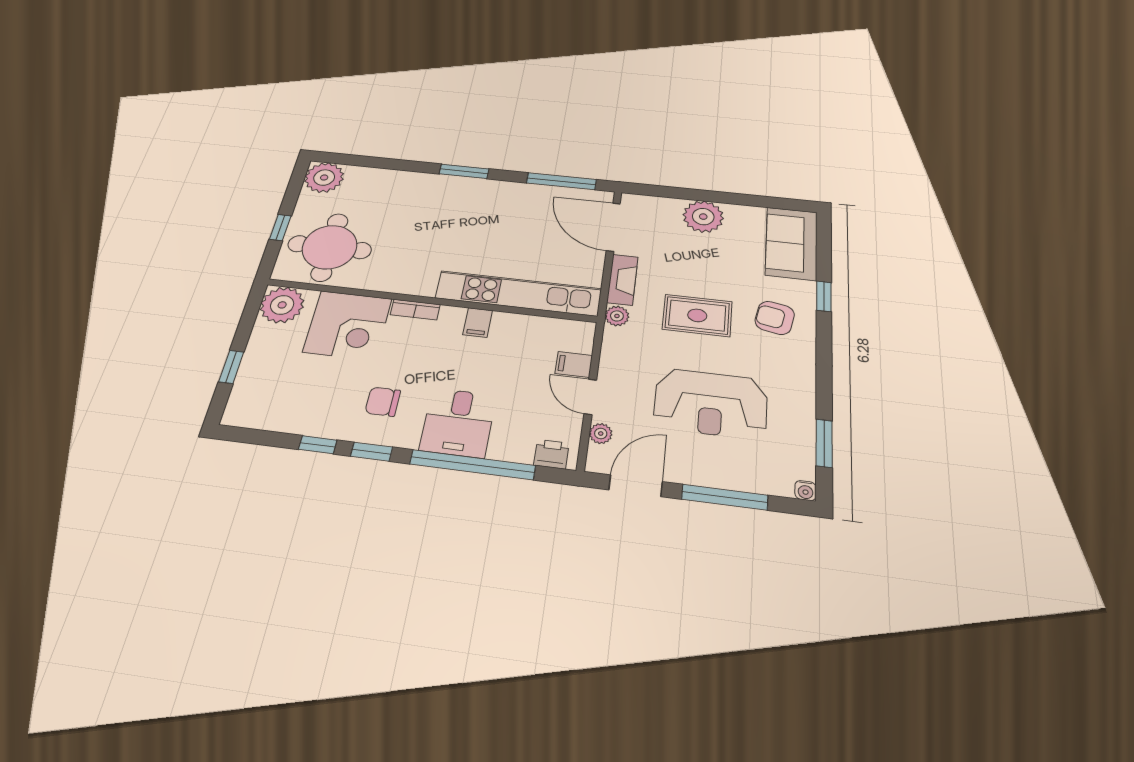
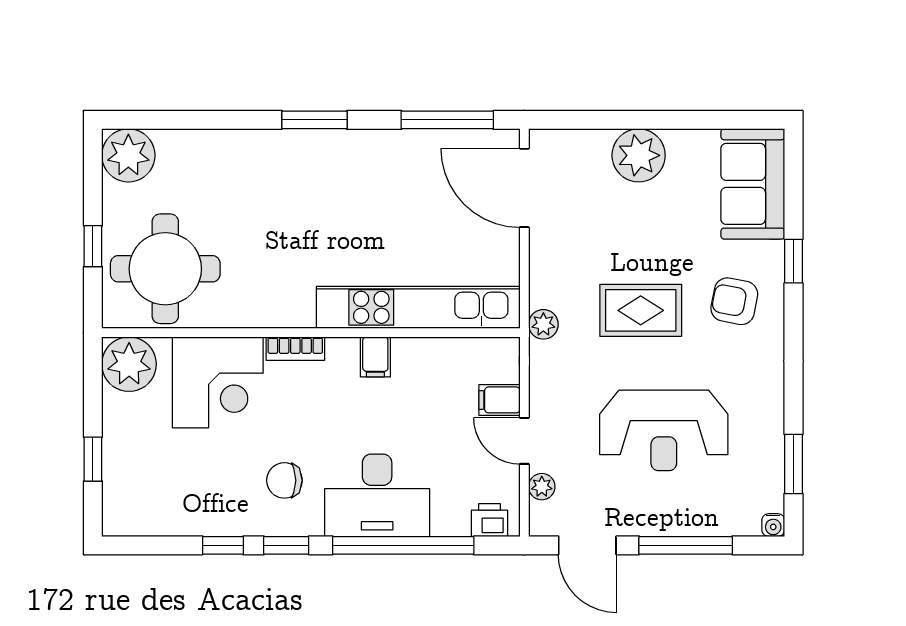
fireplace: (622, 280) -> (545, 269), removed
desk: (458, 423) -> (377, 495), width x1.37
door: (636, 486) -> (587, 545), swing flipped

